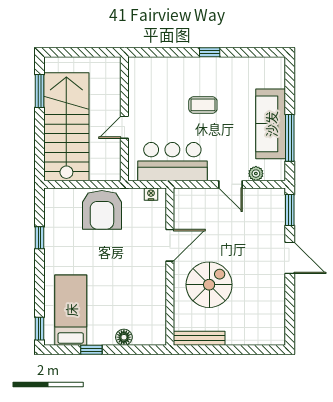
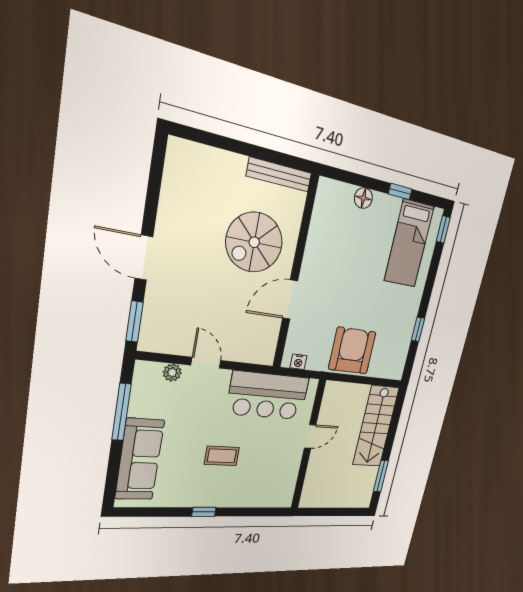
sofa: (271, 124) -> (140, 460), moved
stairs: (66, 127) -> (376, 426), width x0.73, depth x0.66

